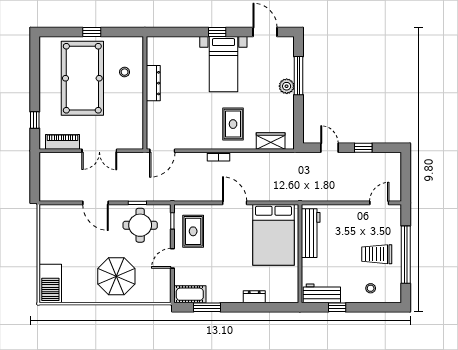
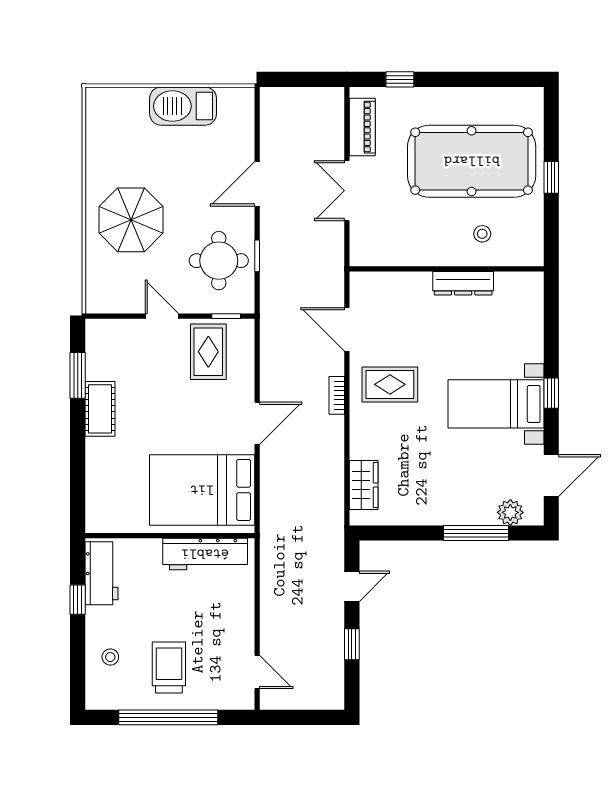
plant: (287, 86) -> (510, 512), moved
rug: (233, 124) -> (390, 384), moved
door: (162, 151) -> (347, 329), moved
rug: (193, 231) -> (208, 352), turned 90
barbecue: (50, 284) -> (183, 106), moved
cot: (190, 294) -> (100, 409), moved
dresser: (254, 297) -> (96, 457), removed

